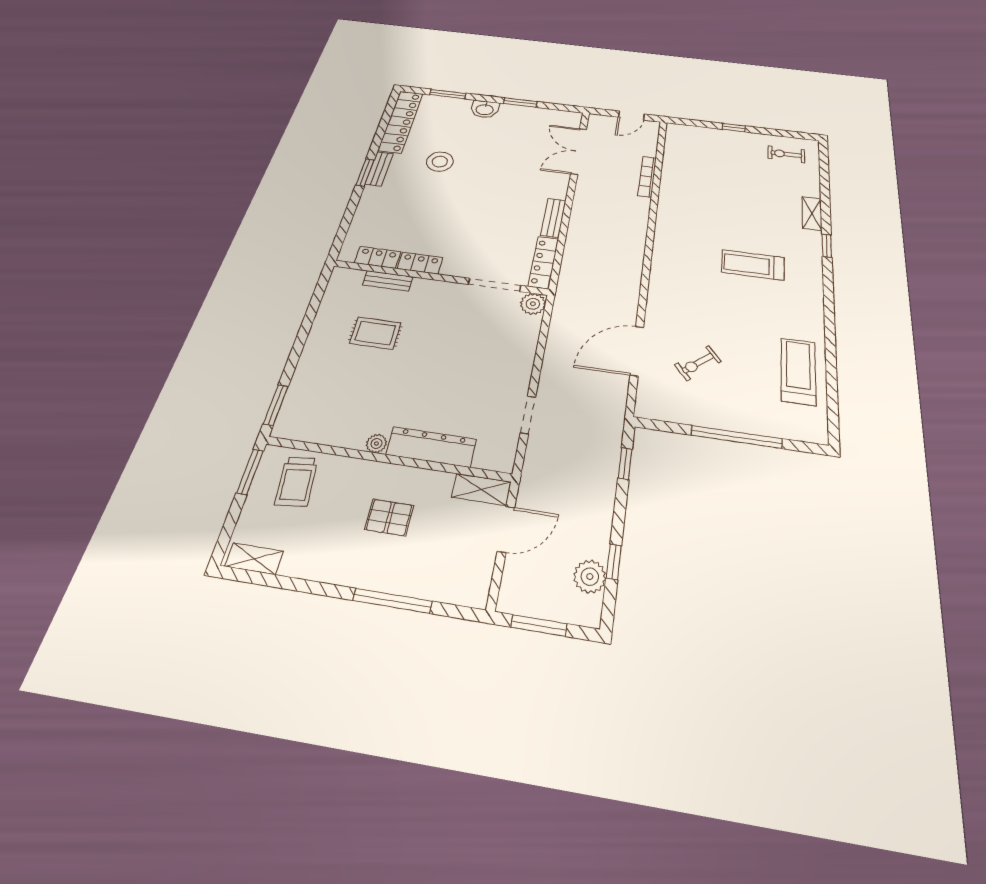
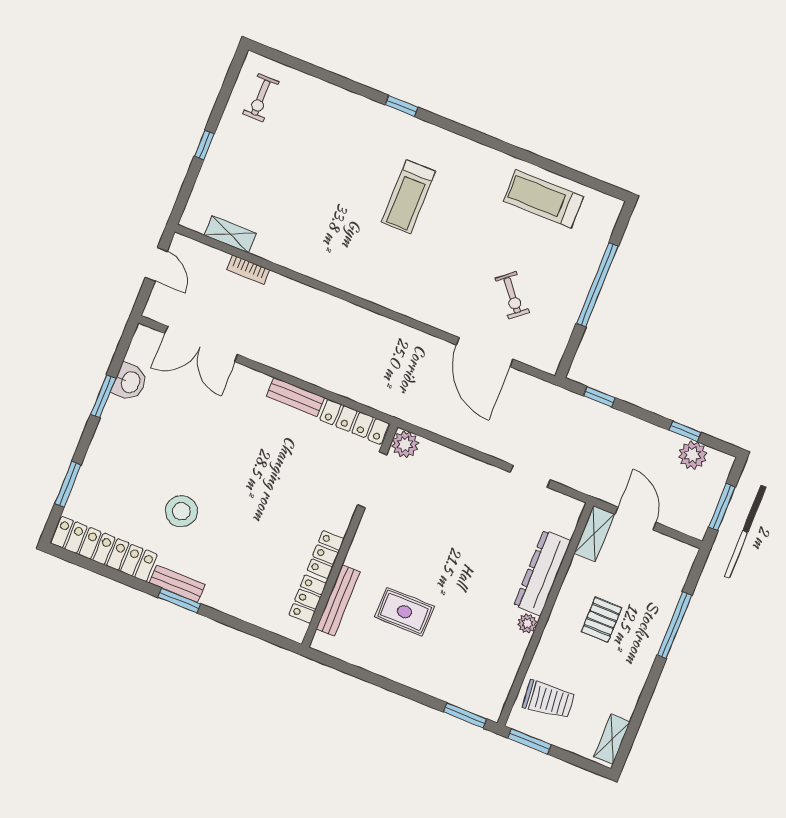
washbasin: (485, 109) -> (130, 382), moved
bookcase: (647, 177) -> (248, 270), width x0.64
shelving: (812, 213) -> (230, 234), moved
bench: (388, 281) -> (338, 600), width x1.36
rug: (375, 333) -> (404, 612), turned 90

